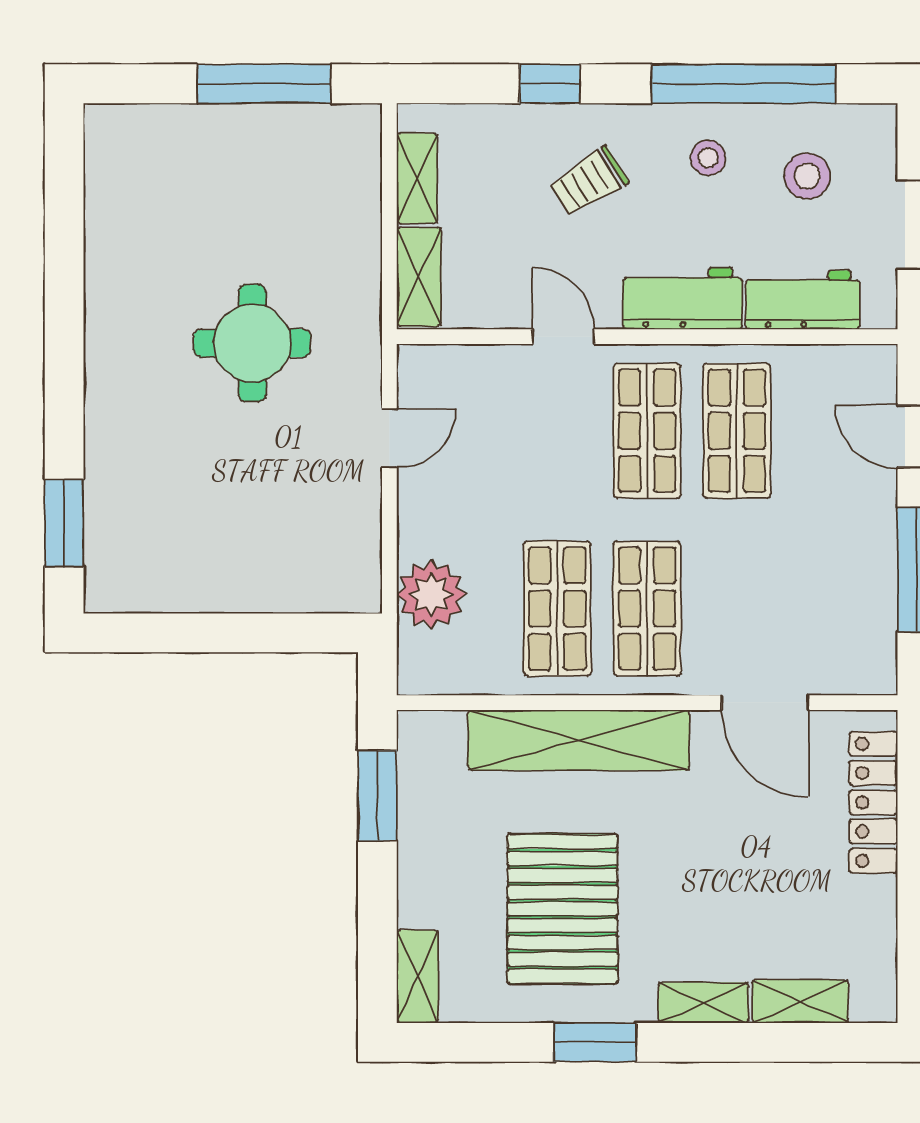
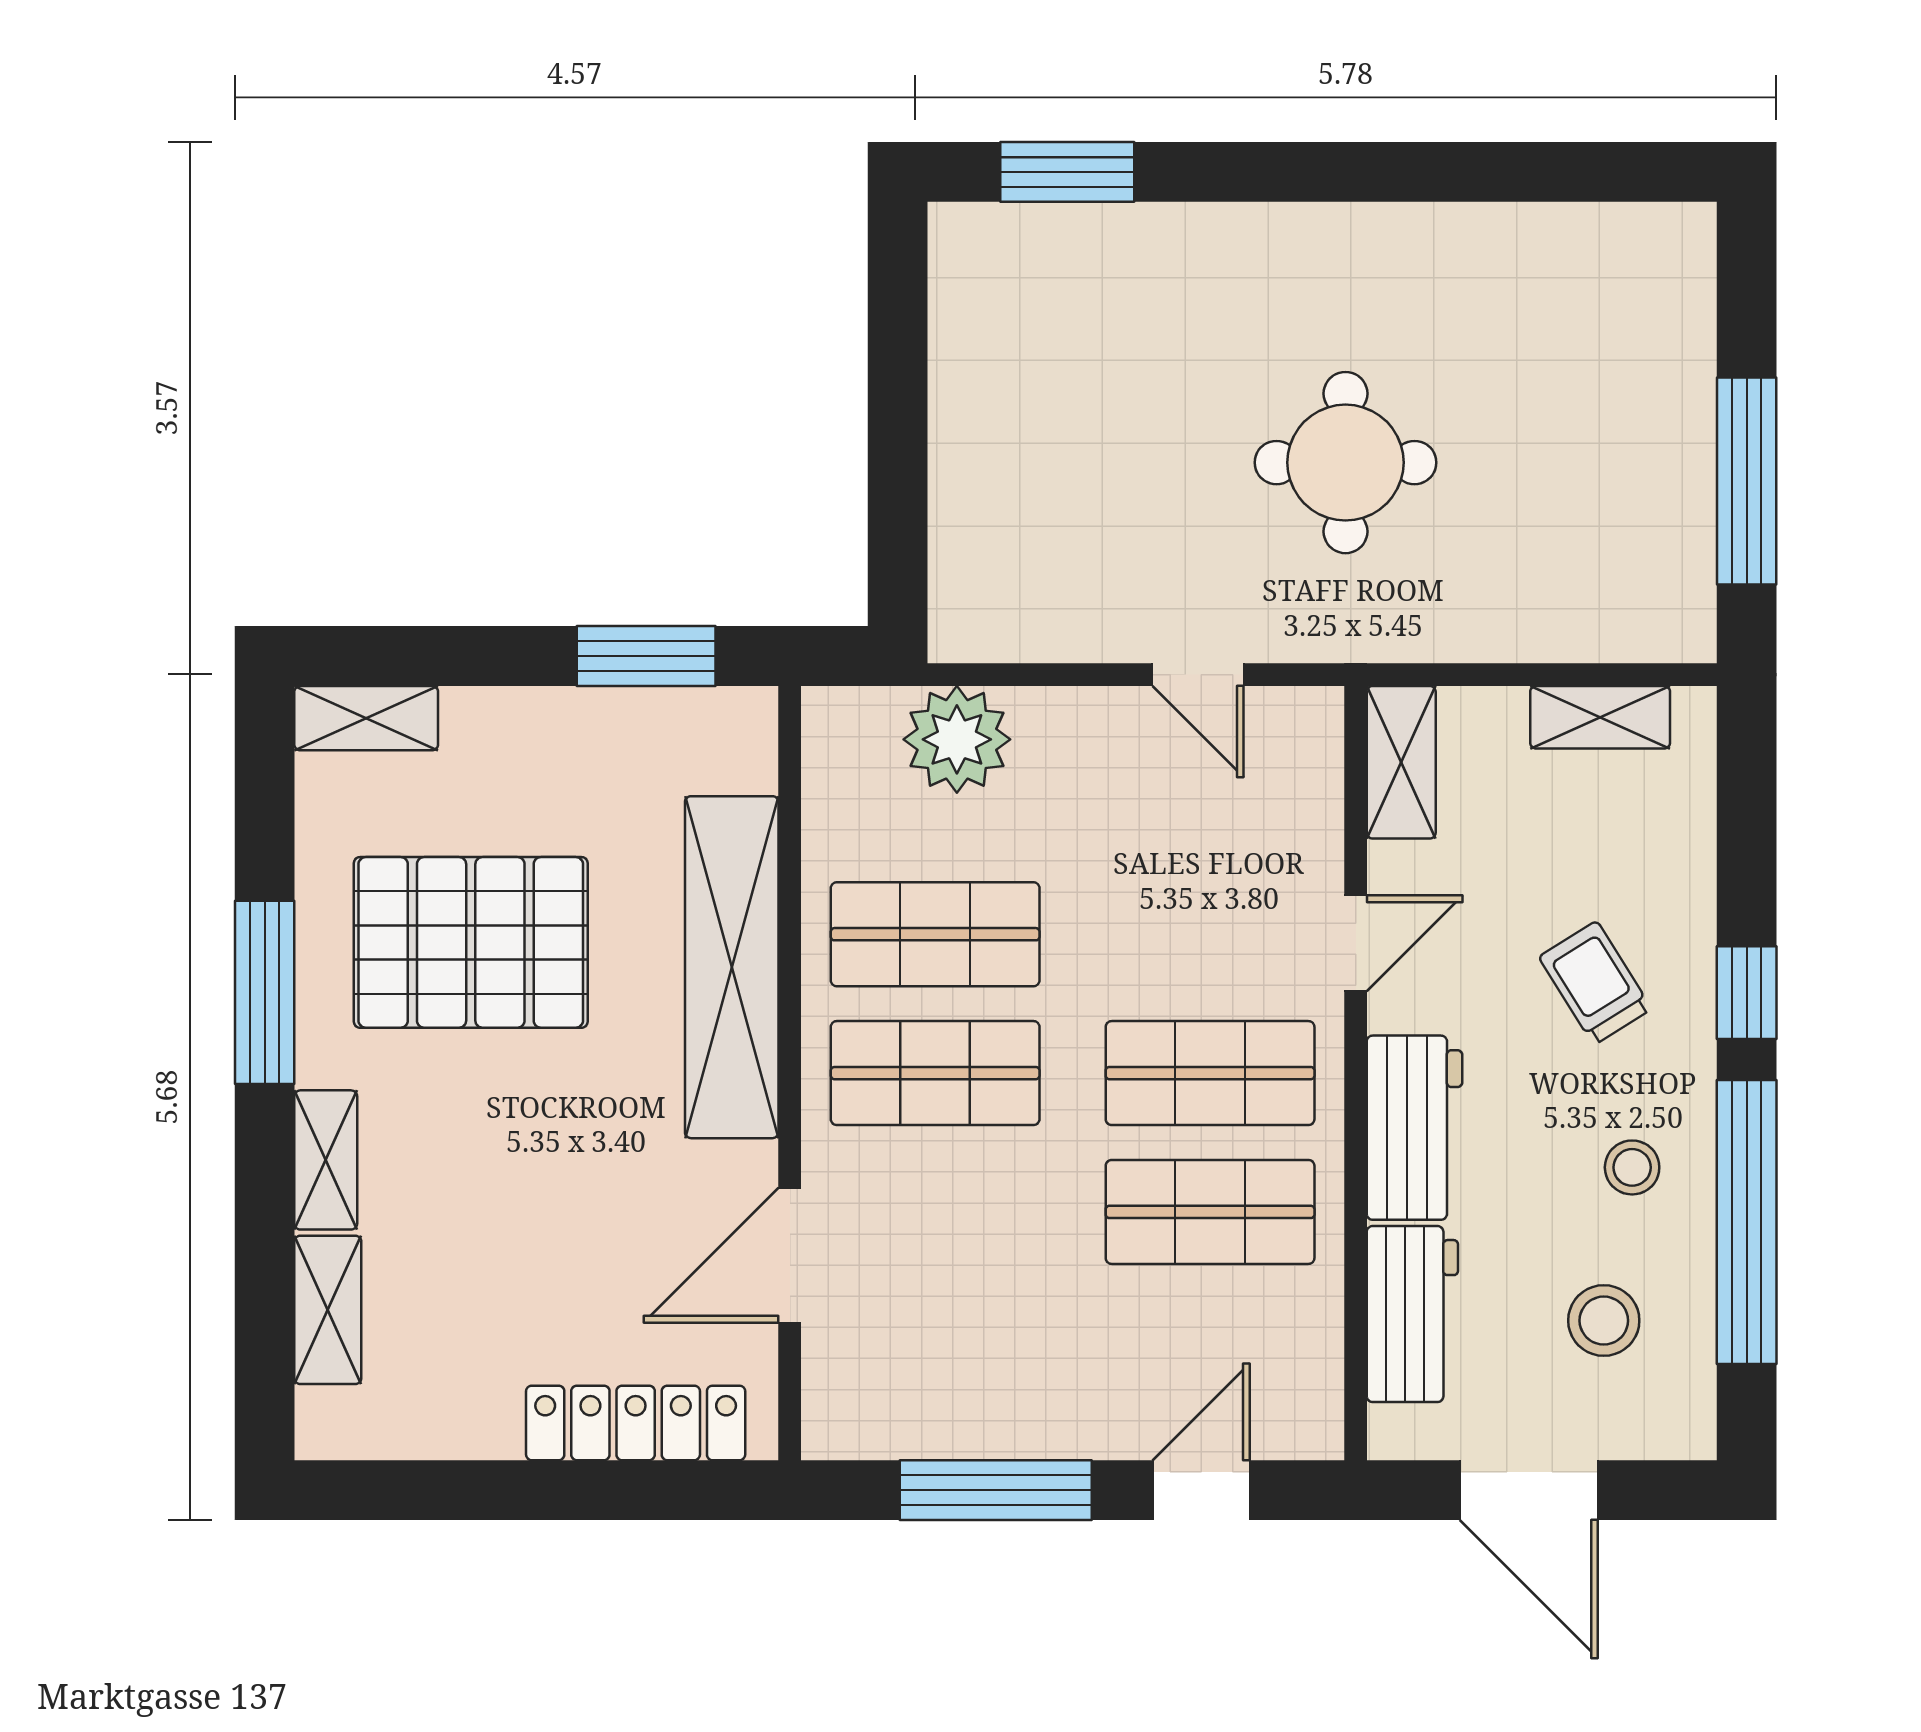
window: (550, 84) -> (1747, 993), moved
shelving: (419, 277) -> (1401, 762), moved, turned 90
window: (595, 1042) -> (265, 992), width x1.44

